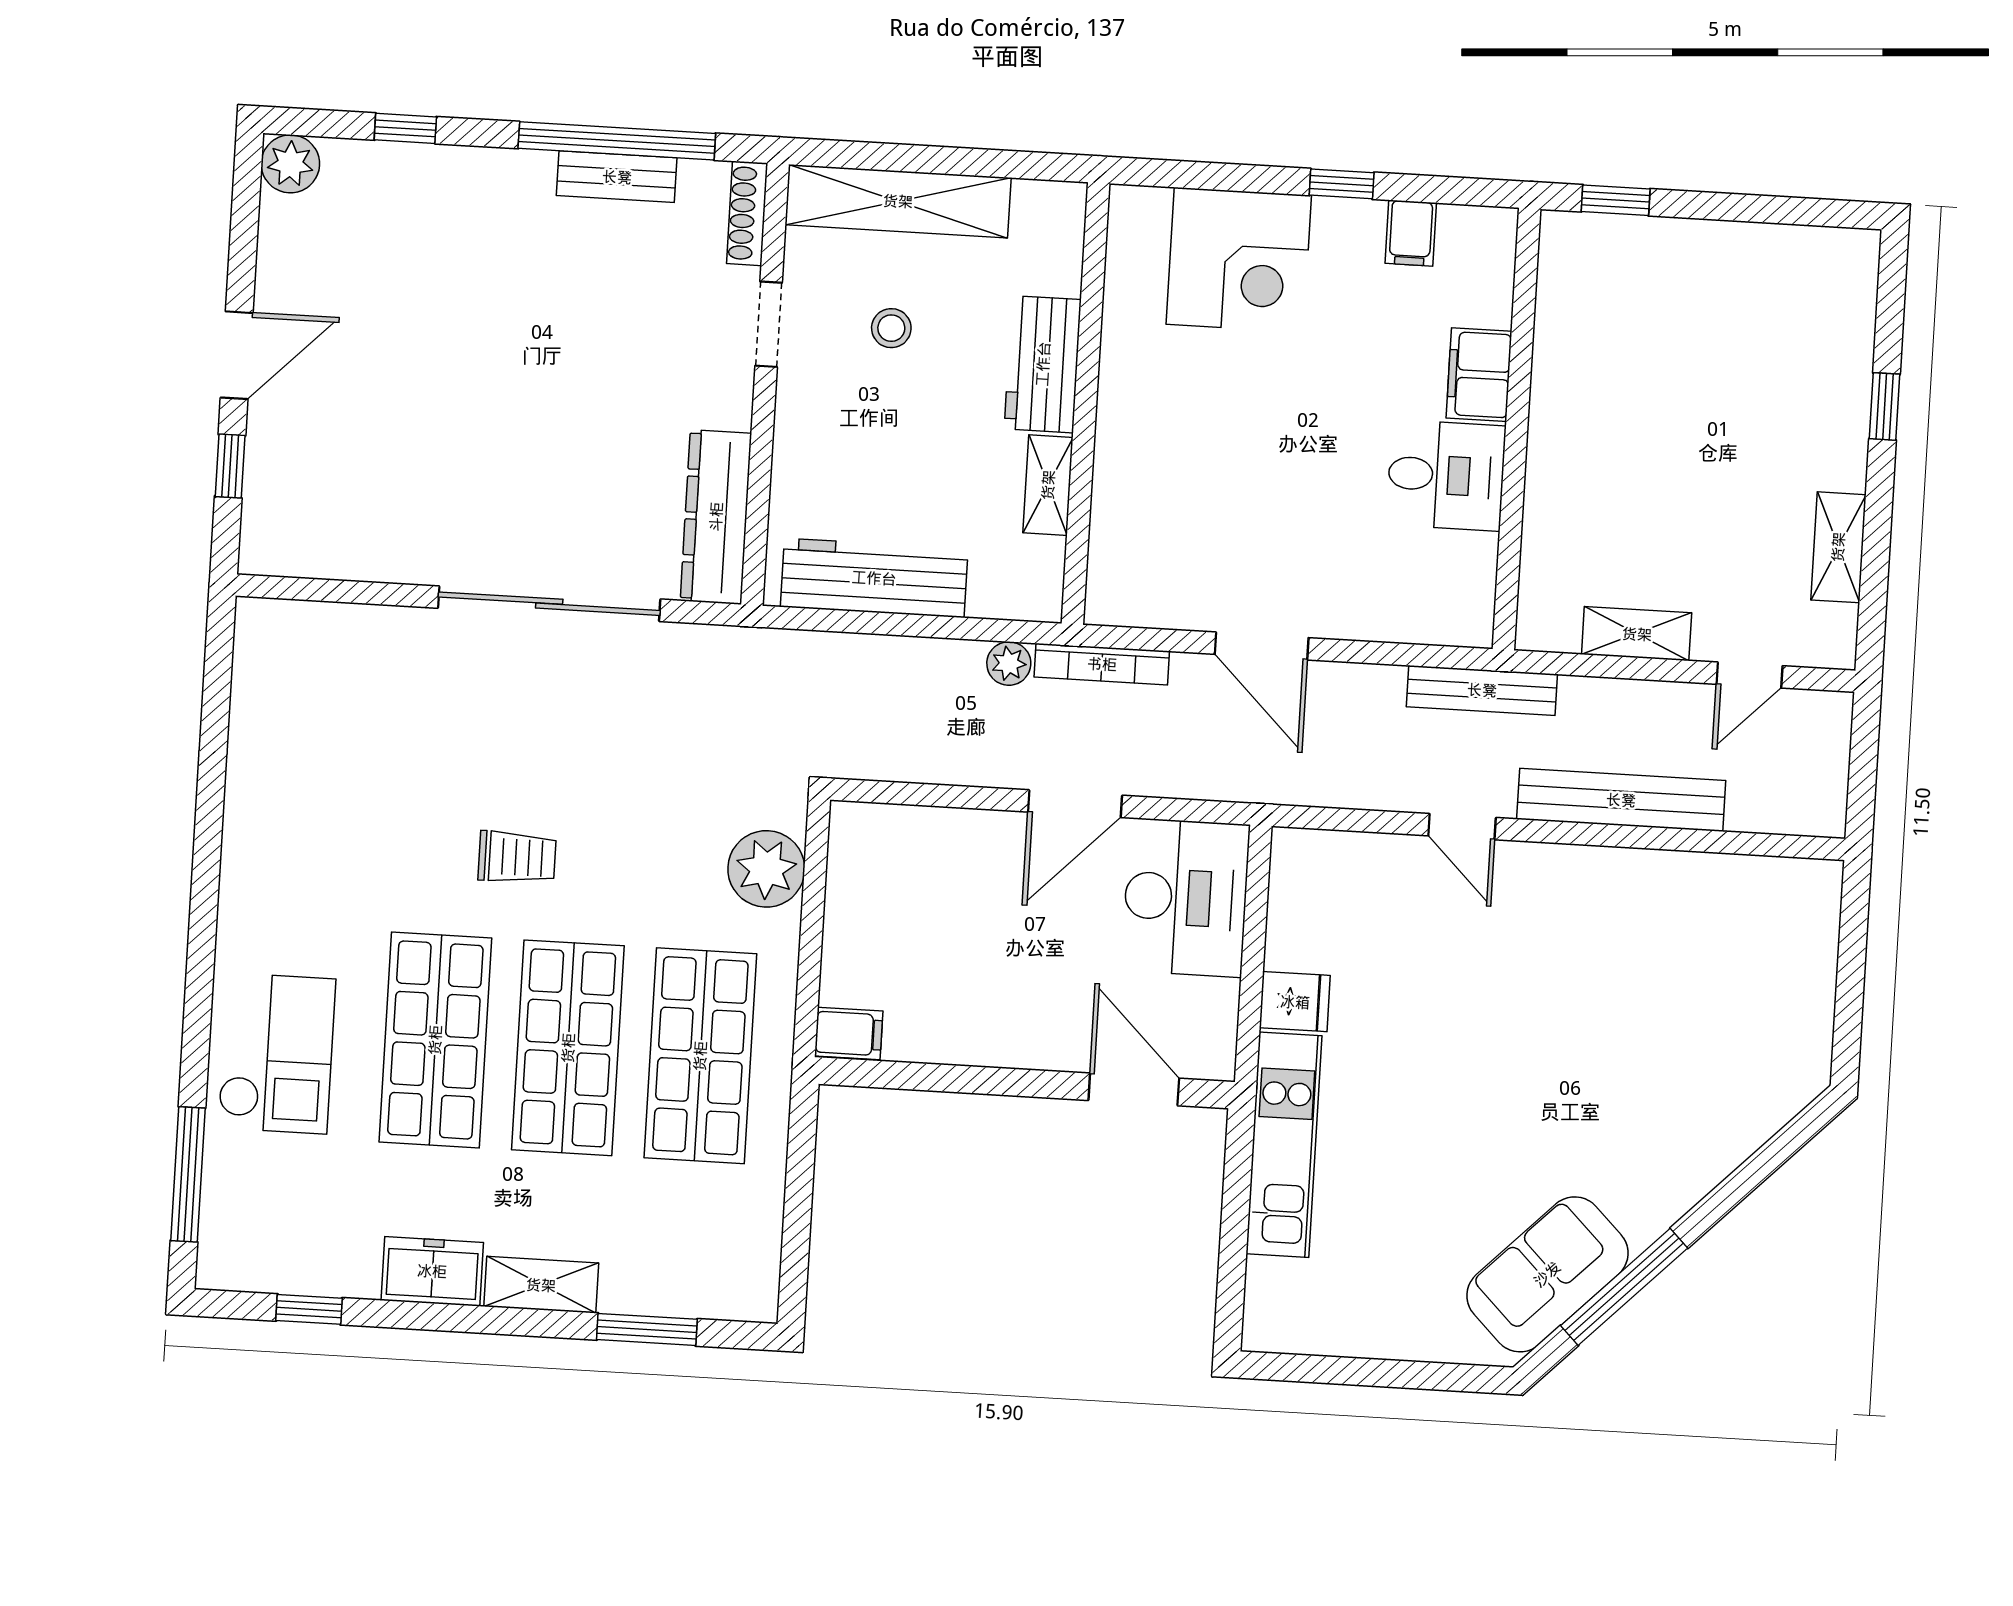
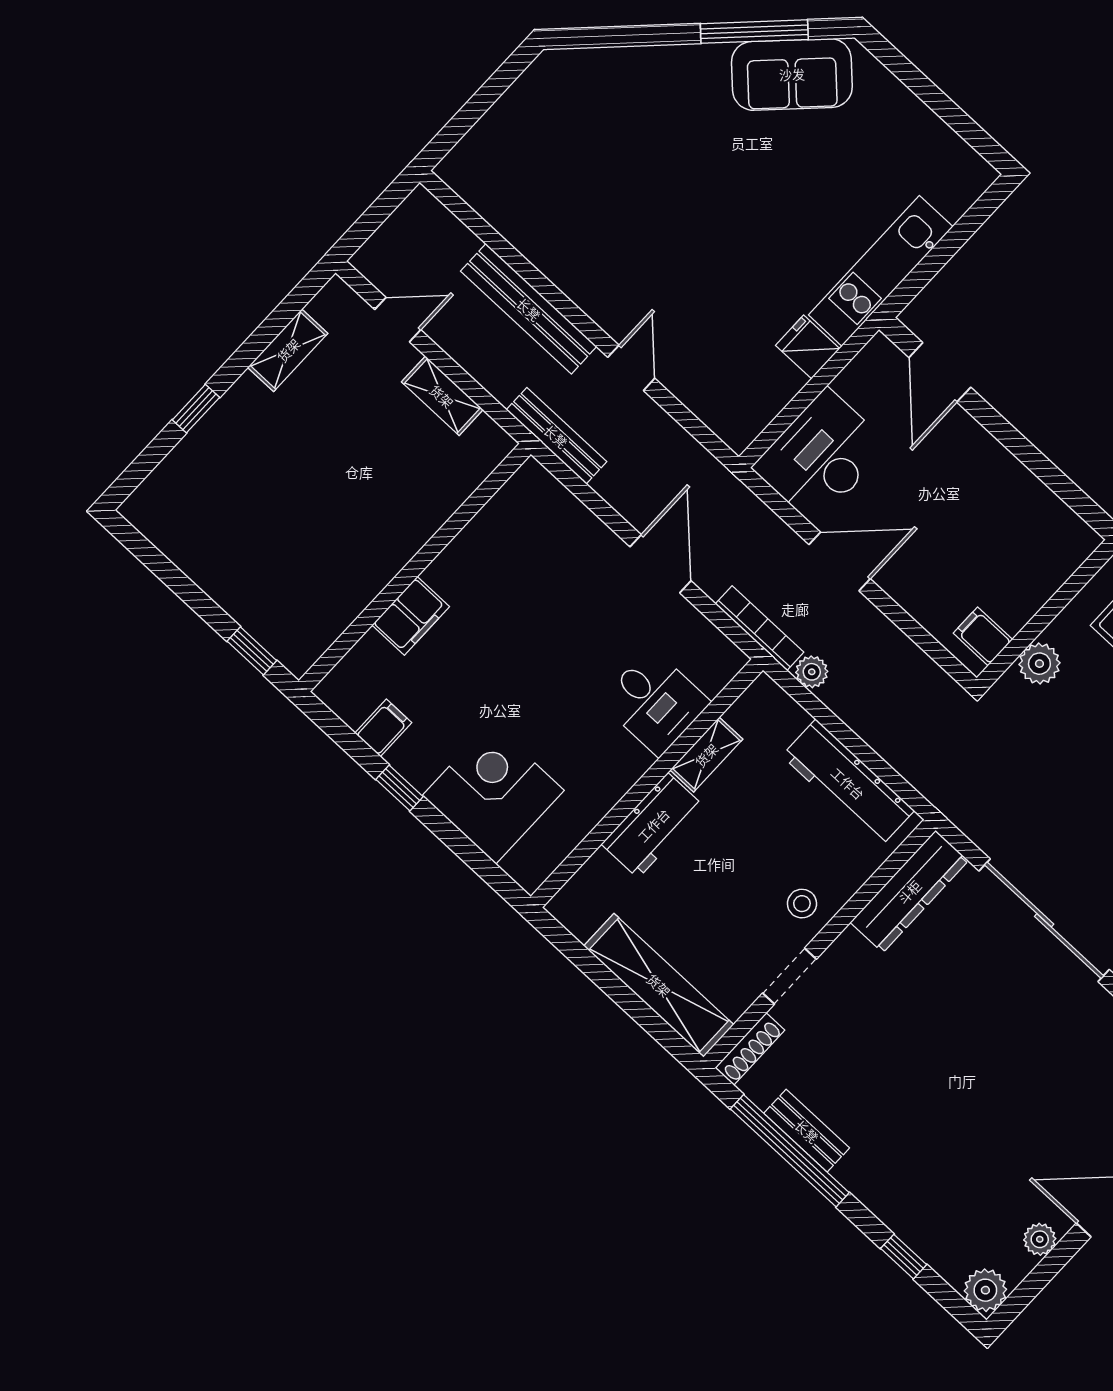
plant: (277, 264) -> (1040, 1239), added
stool: (891, 328) -> (802, 904), moved
desk: (1446, 475) -> (655, 702), moved, turned 180
plant: (766, 869) -> (1039, 664), width x0.73, depth x0.73
filing cabinet: (849, 1033) -> (983, 636), moved

